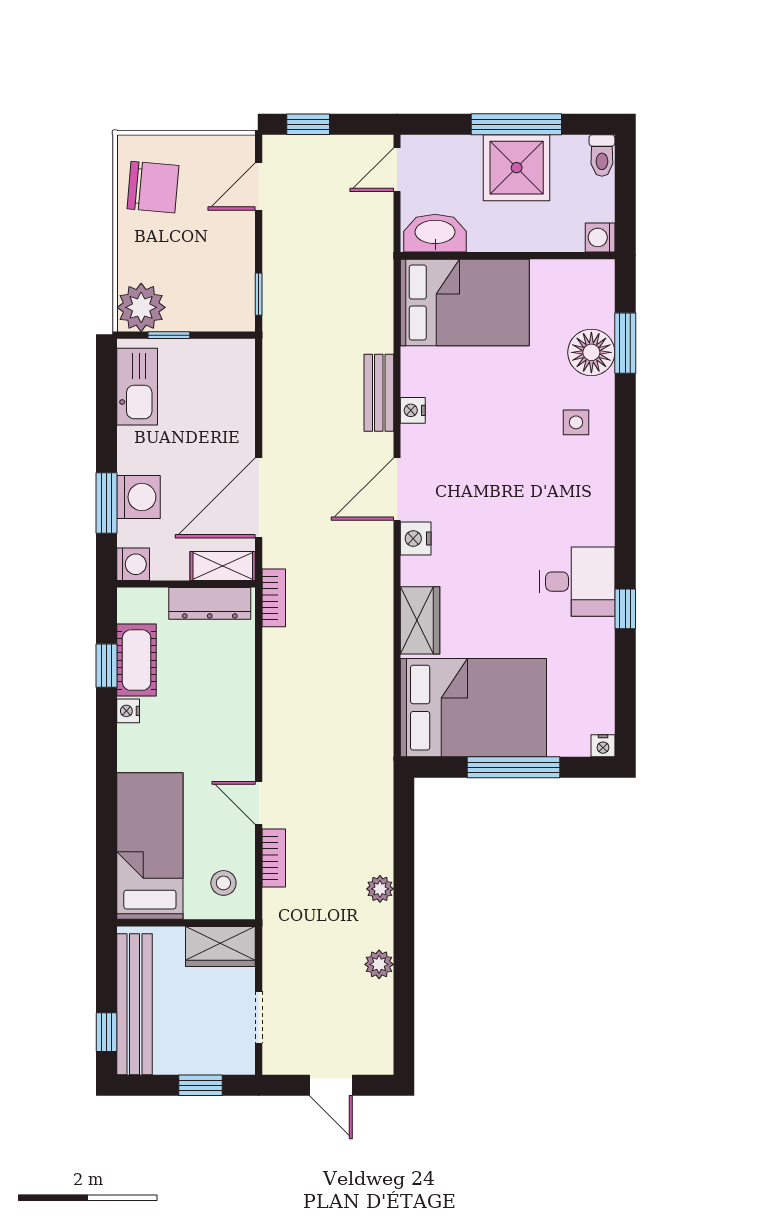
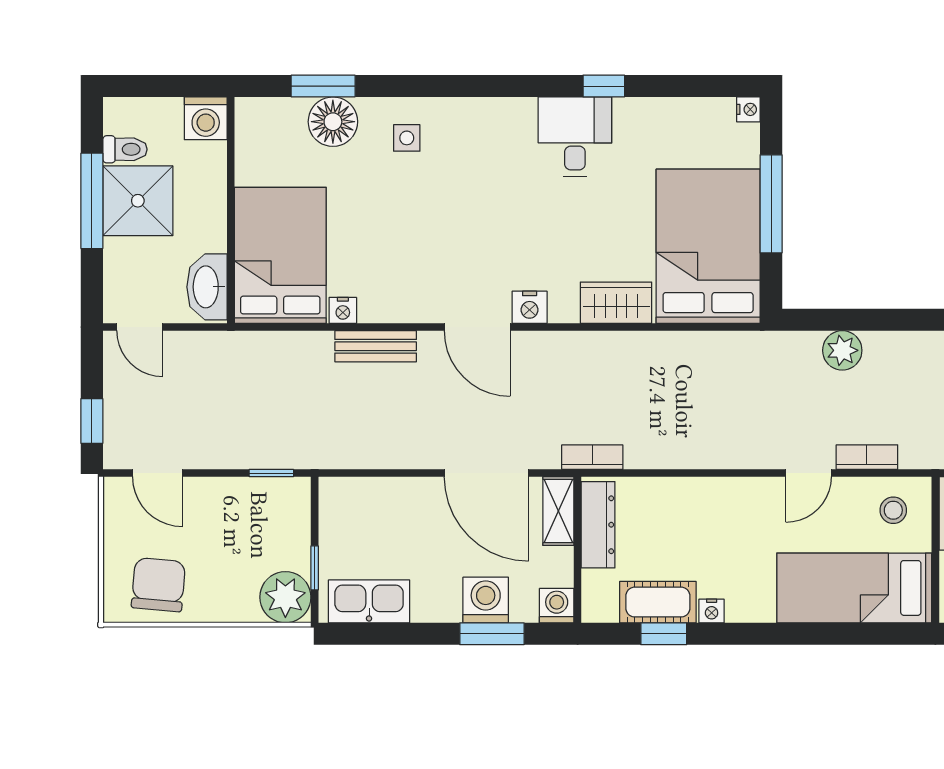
toilet: (602, 155) -> (125, 149), moved
washing machine: (600, 237) -> (206, 118), width x1.38, depth x1.38
nightstand: (413, 410) -> (343, 310), moved
plant: (380, 889) -> (842, 350), moved, width x1.38, depth x1.38

